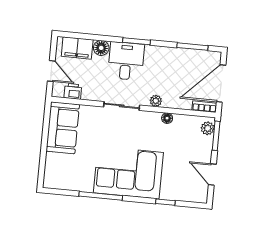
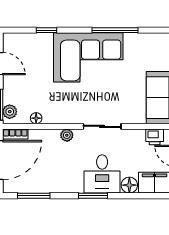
floor lamp: (167, 118) -> (36, 118), moved

